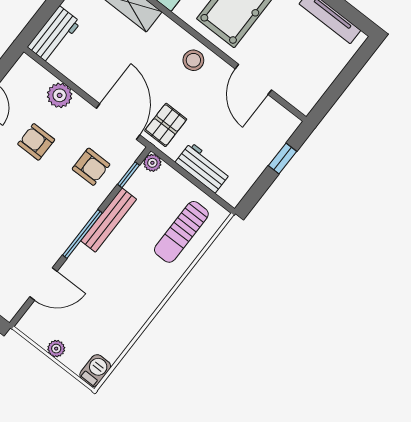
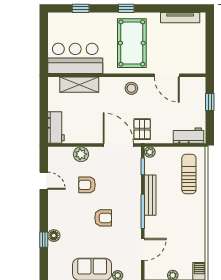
armchair: (91, 167) -> (103, 218), moved
workbench: (203, 168) -> (189, 136), moved
sun lounger: (181, 232) -> (189, 174), turned 180

